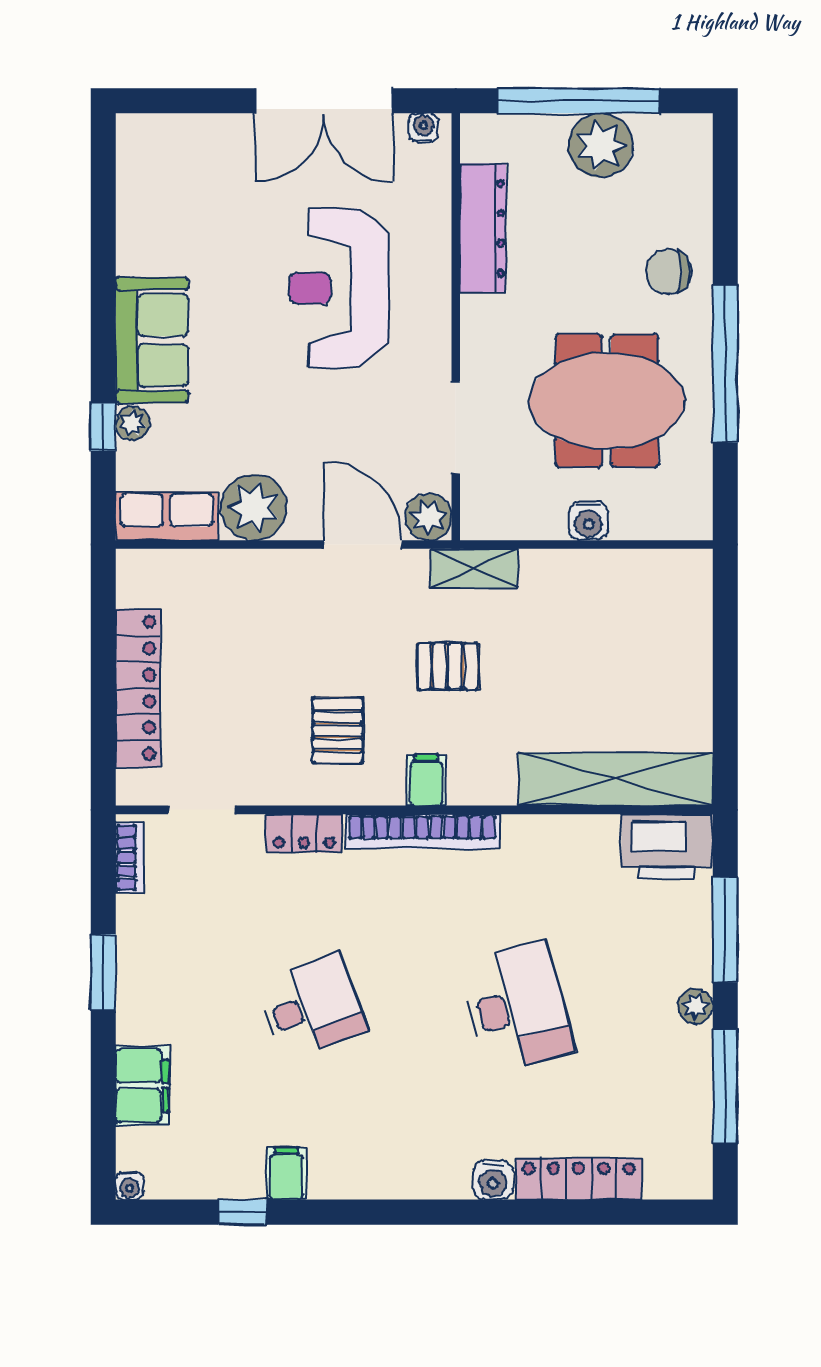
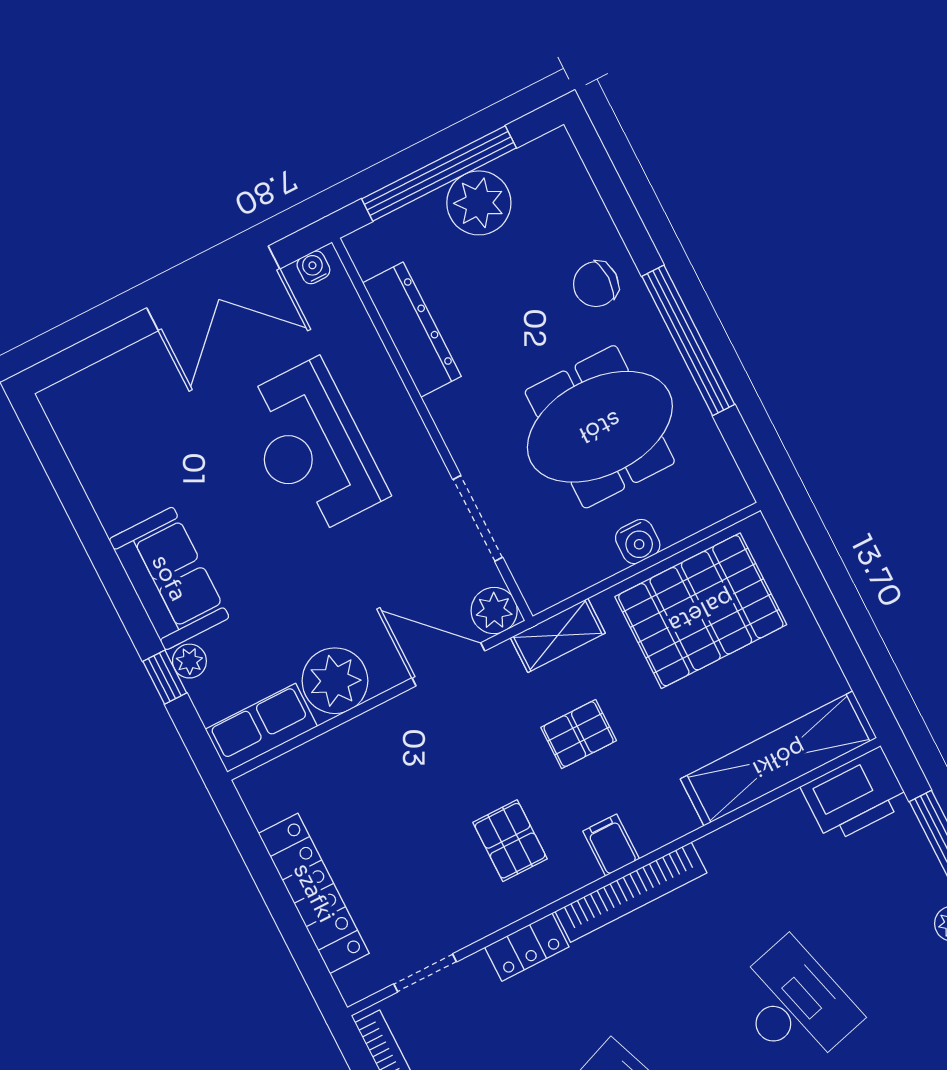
pallet: (613, 611) -> (701, 611), added

